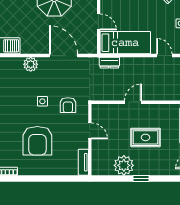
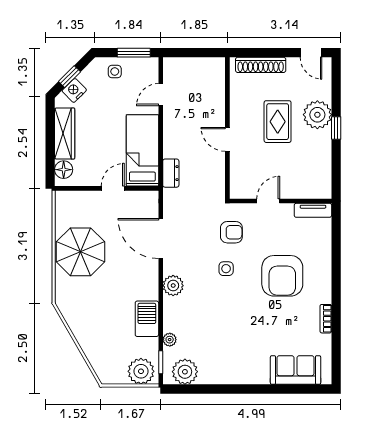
door: (64, 56) -> (161, 239), hinge flipped
armchair: (37, 141) -> (282, 276), turned 90
plant: (124, 165) -> (317, 115), moved

